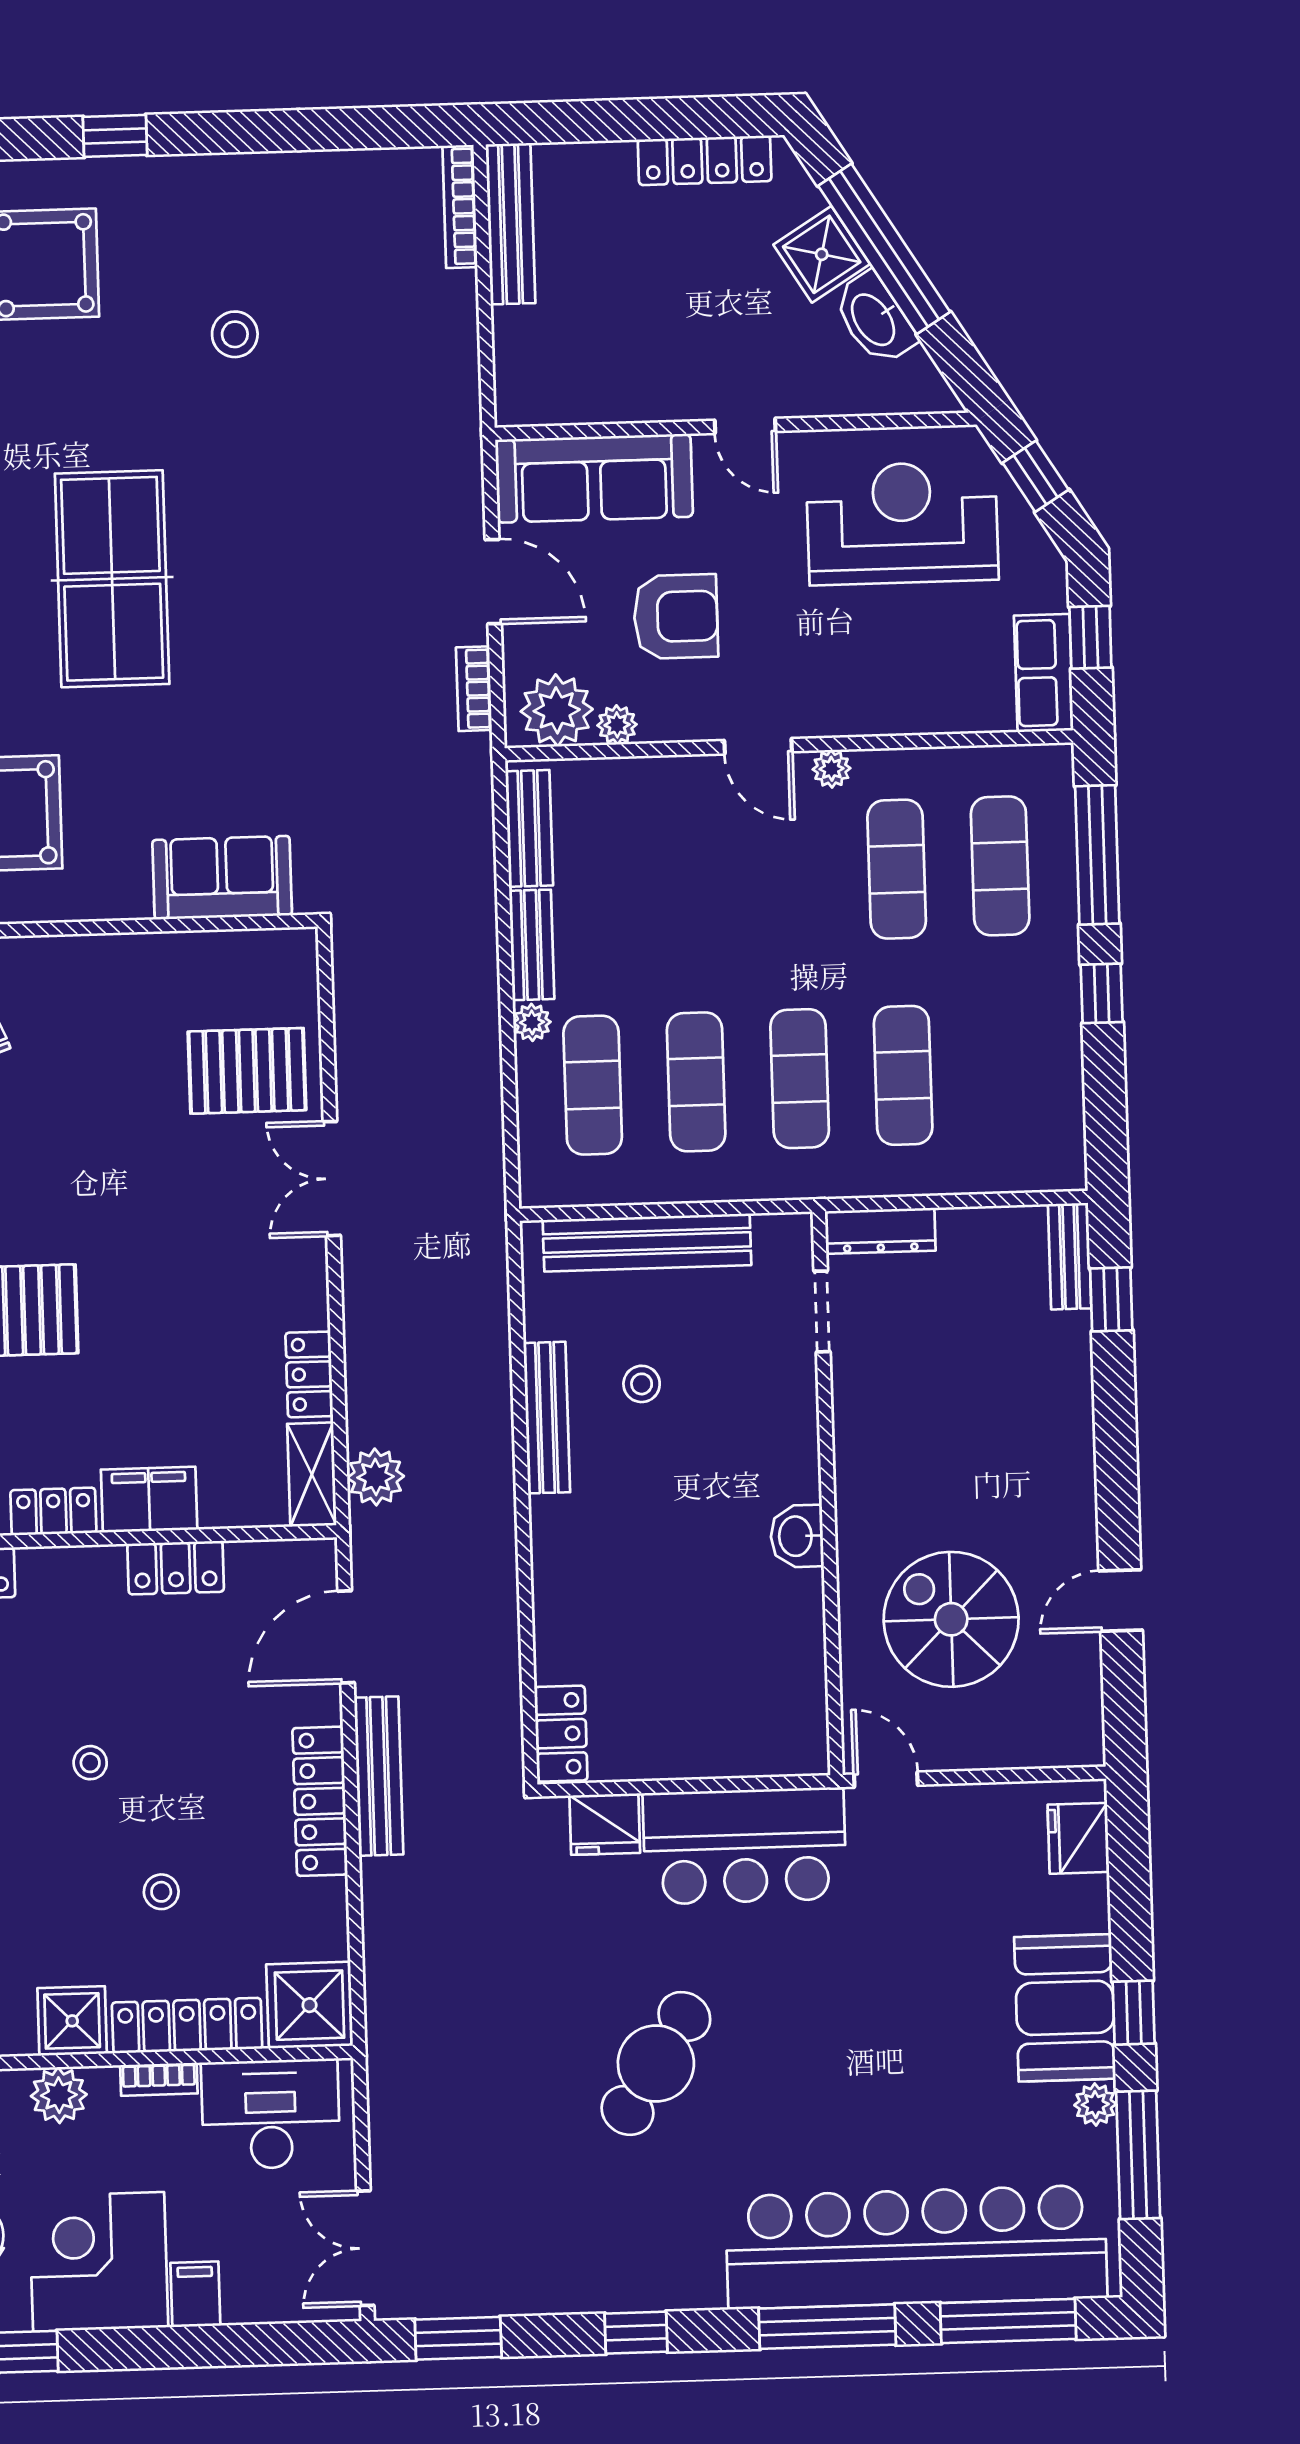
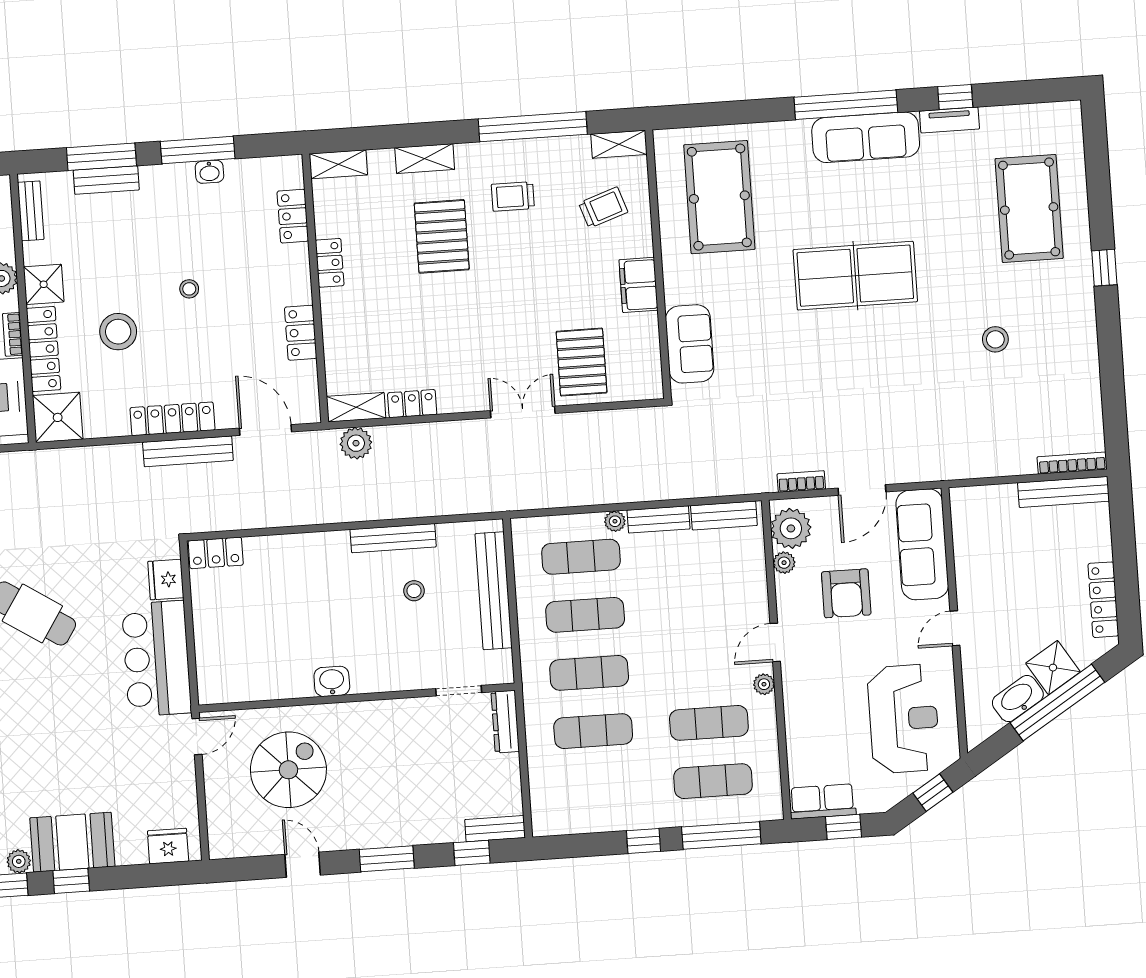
window: (1116, 1451) -> (387, 859), added
filing cabinet: (149, 1500) -> (639, 285), moved, turned 180
stool: (161, 1892) -> (118, 332), width x1.89, depth x1.89

